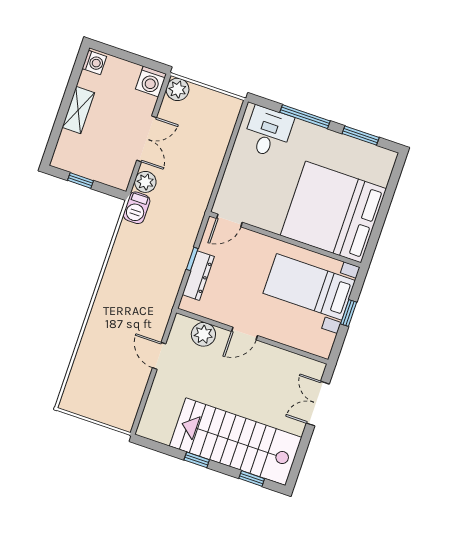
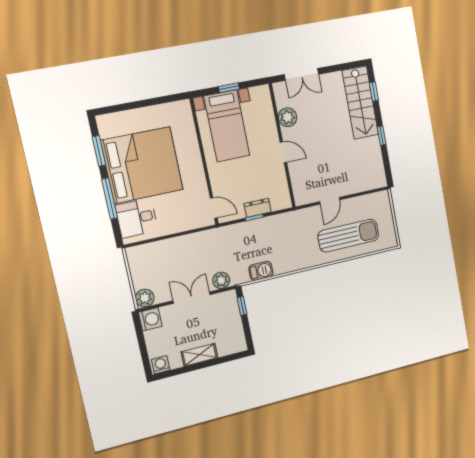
window: (80, 181) -> (242, 306), moved
barbecue: (137, 208) -> (261, 271), moved
bed: (333, 212) -> (142, 165), moved, turned -90
dresser: (198, 276) -> (258, 208), width x0.70
plant: (203, 334) -> (288, 117), moved
sun lounger: (106, 355) -> (348, 236), added
stairs: (236, 442) -> (360, 103), width x0.73, depth x0.66

